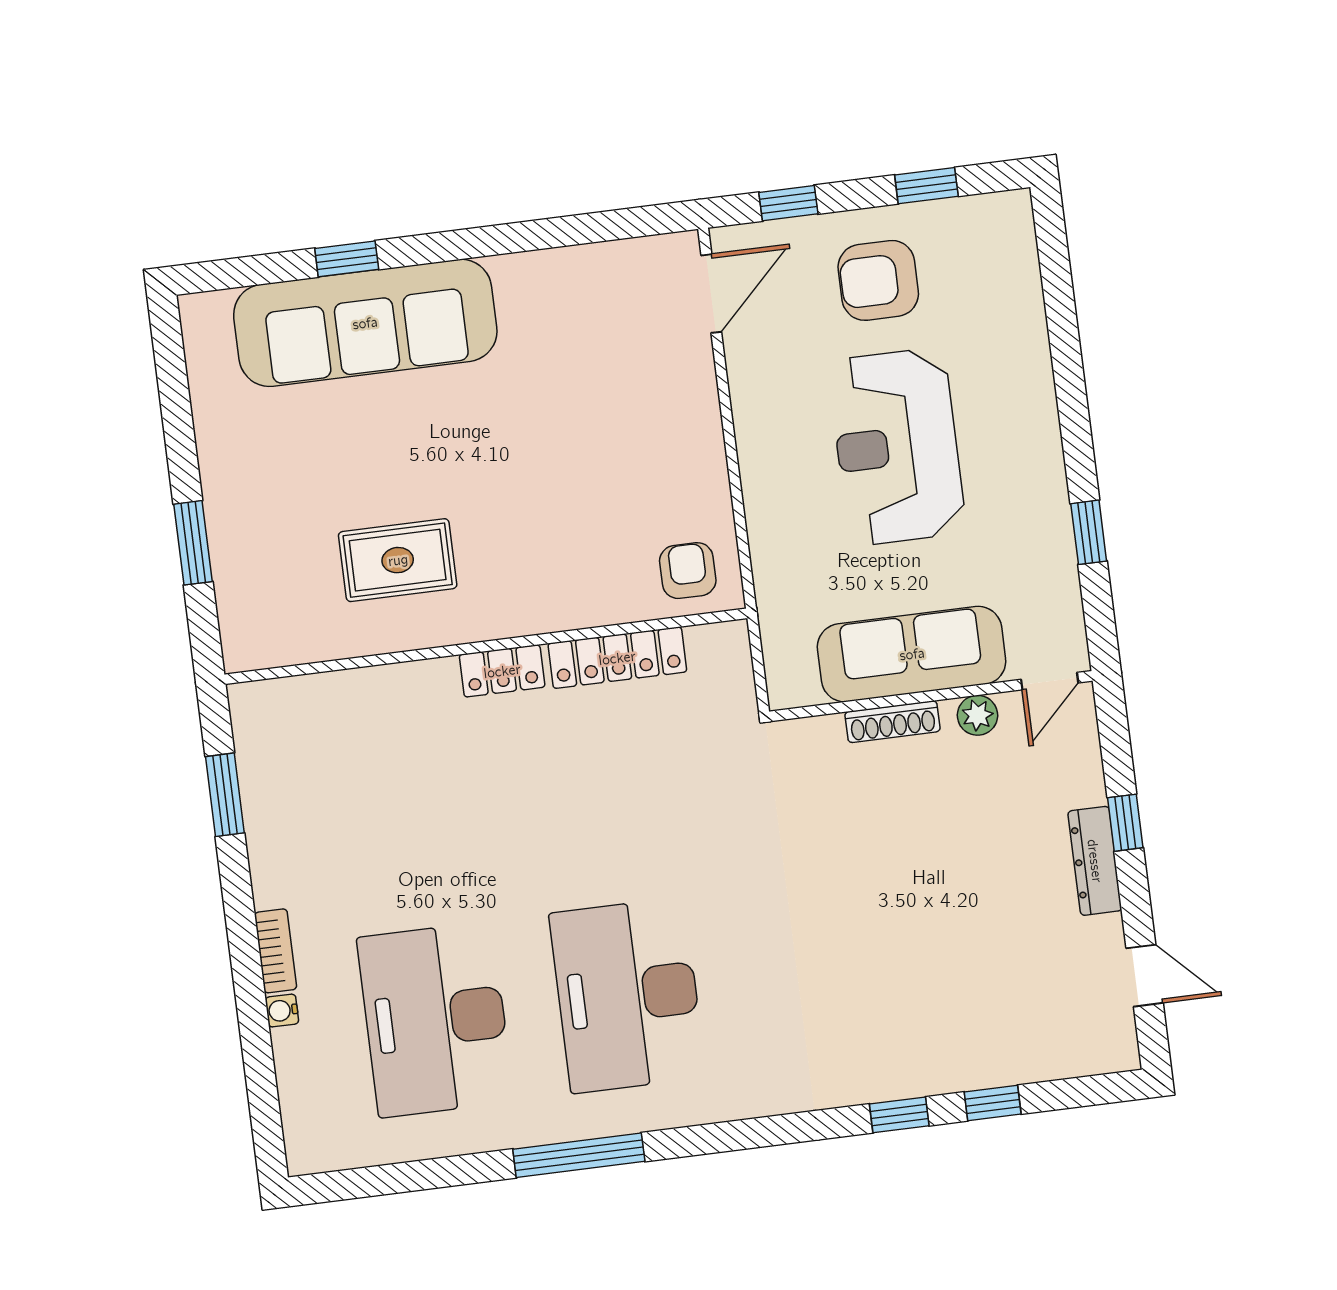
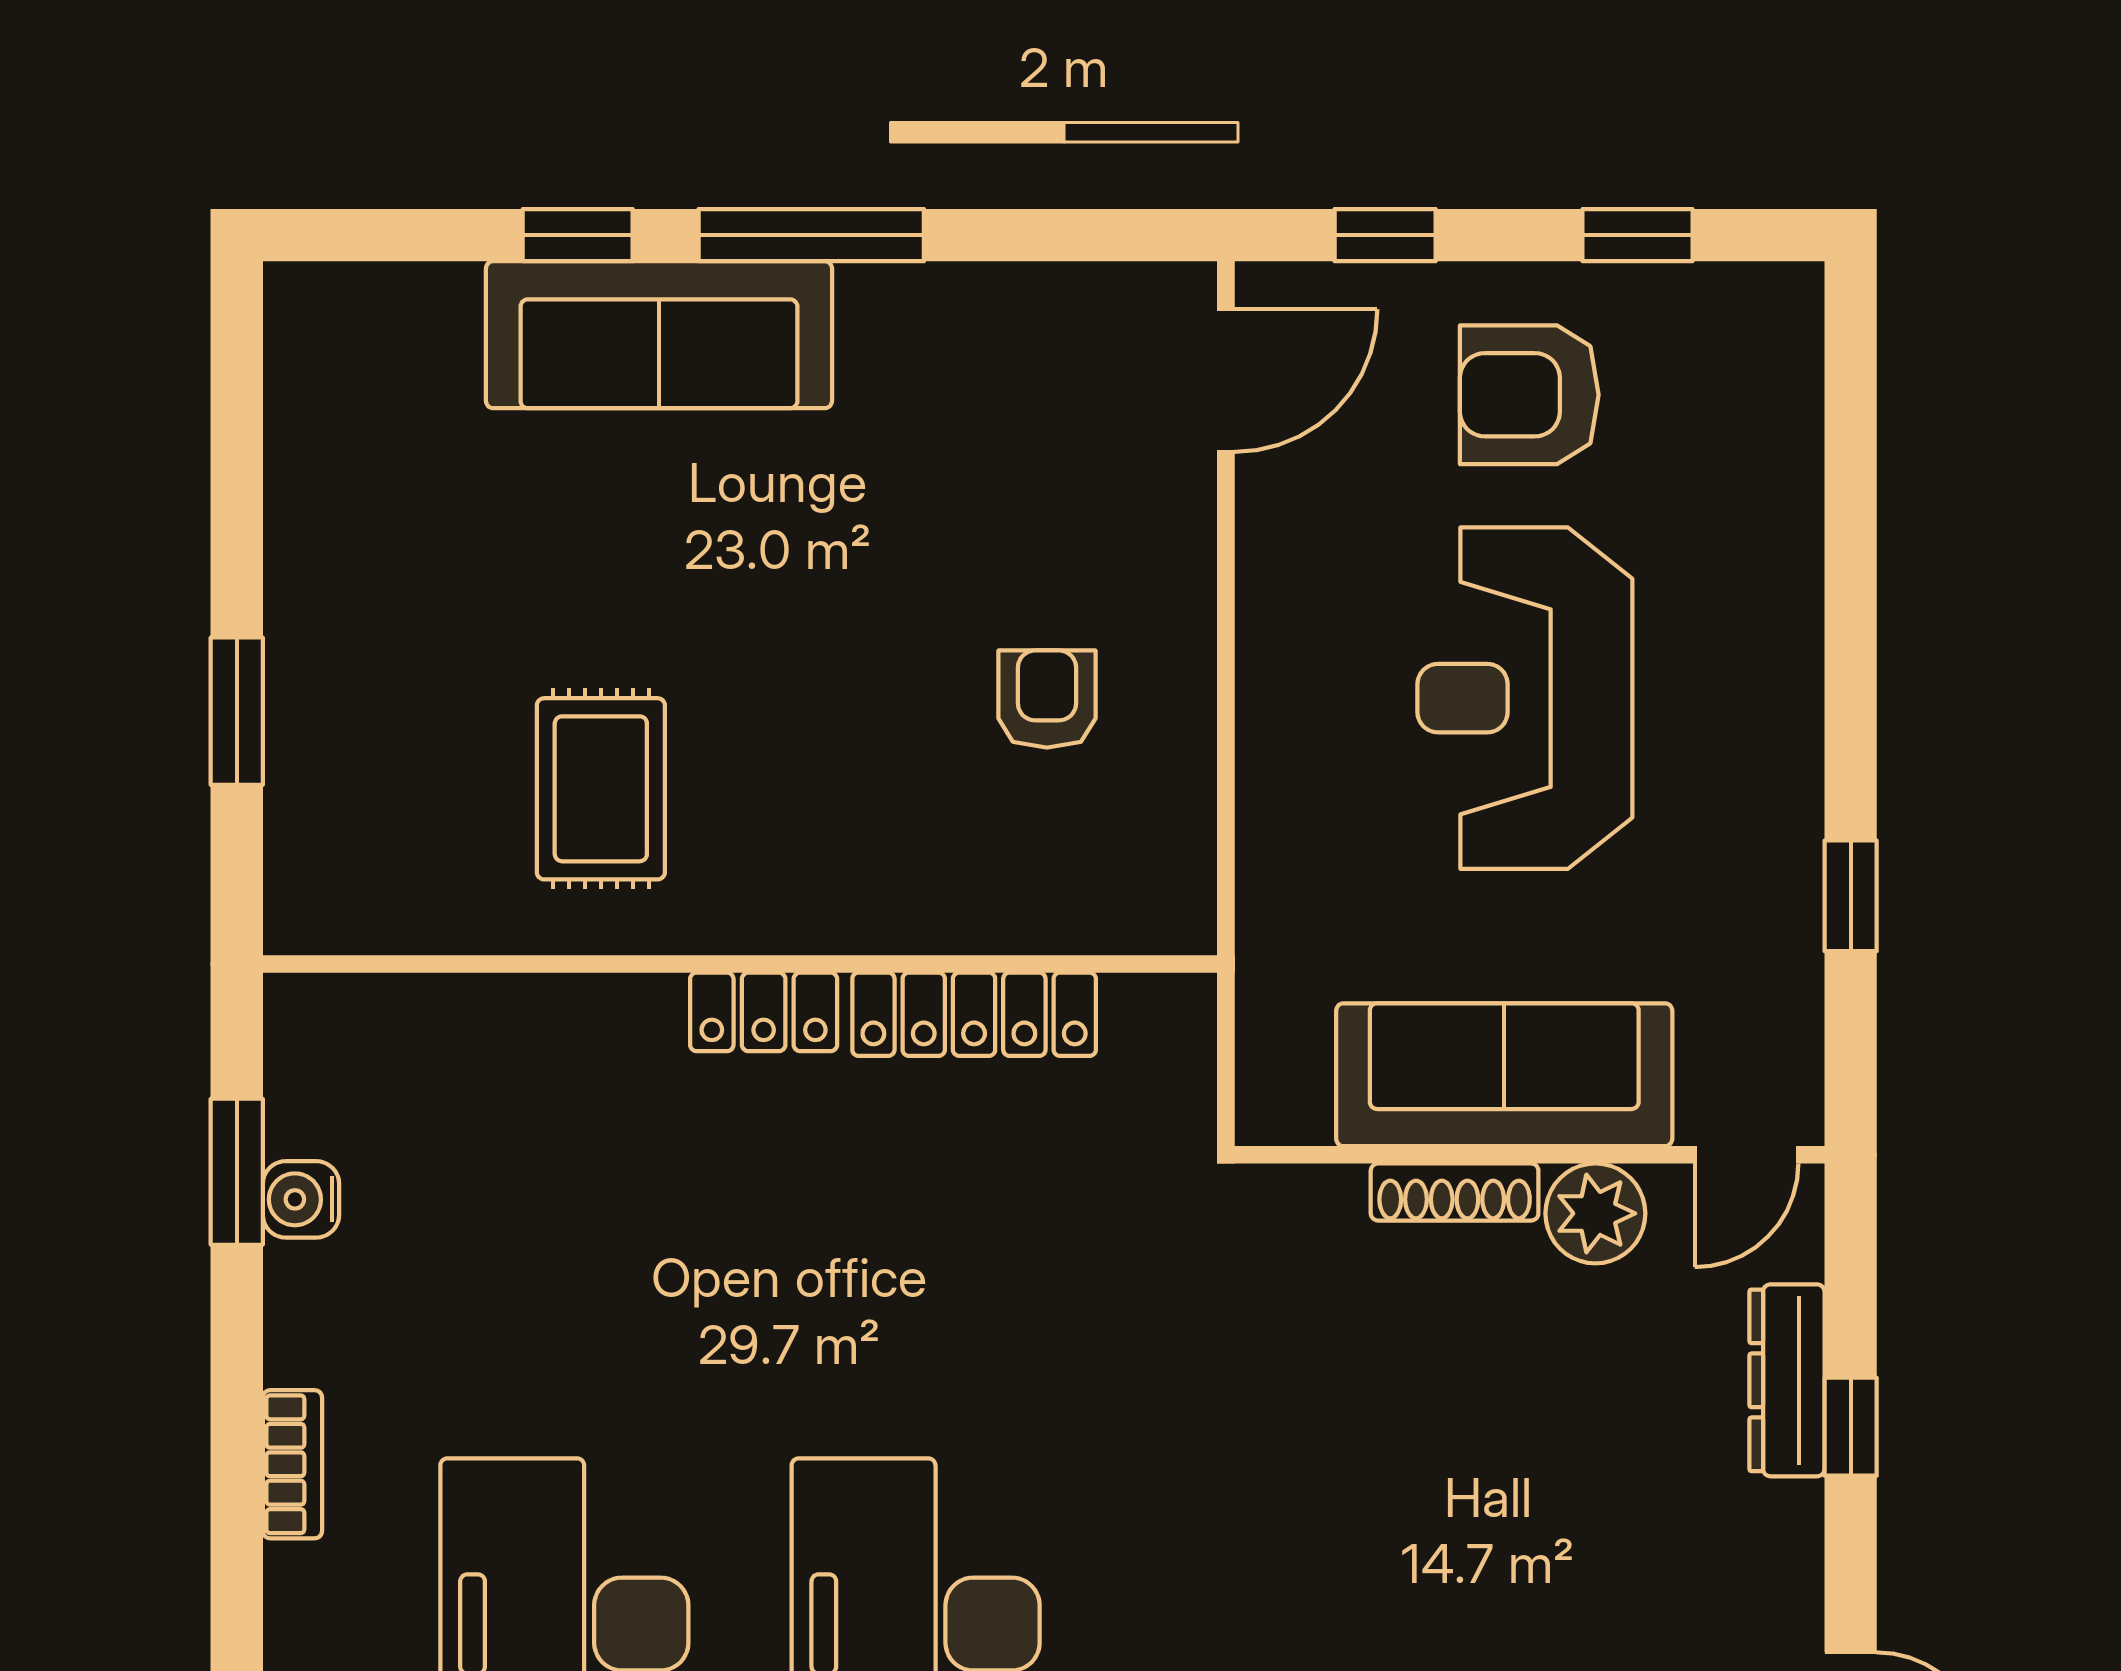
window: (474, 243) -> (811, 235), added
sofa: (365, 323) -> (659, 335), width x0.74, depth x0.79
rug: (398, 560) -> (601, 789), turned 90
armchair: (688, 571) -> (1047, 699), moved
plant: (977, 715) -> (1595, 1213), width x1.38, depth x1.38
dresser: (1095, 861) -> (1787, 1380), moved
water cooler: (282, 1011) -> (301, 1199), moved, width x1.38, depth x1.38

